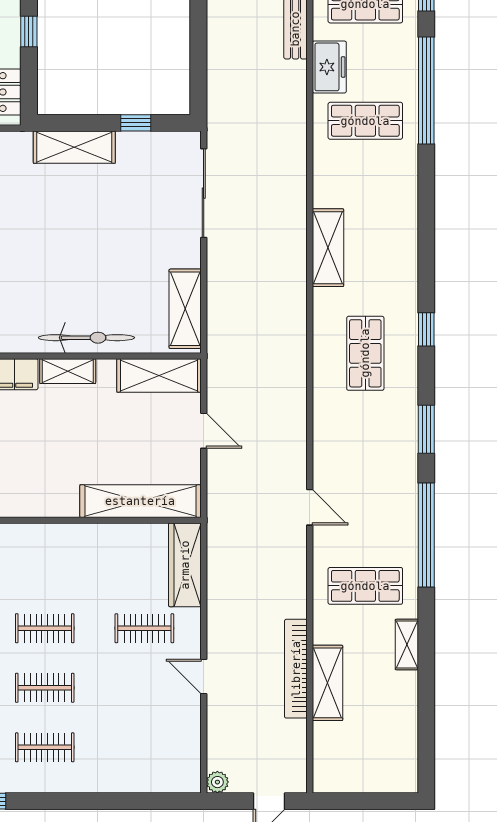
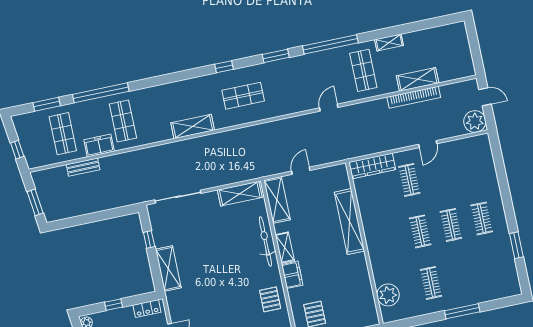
shelving: (140, 501) -> (349, 222), moved
plant: (217, 782) -> (475, 121), width x1.87, depth x1.87

